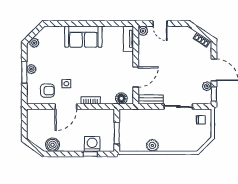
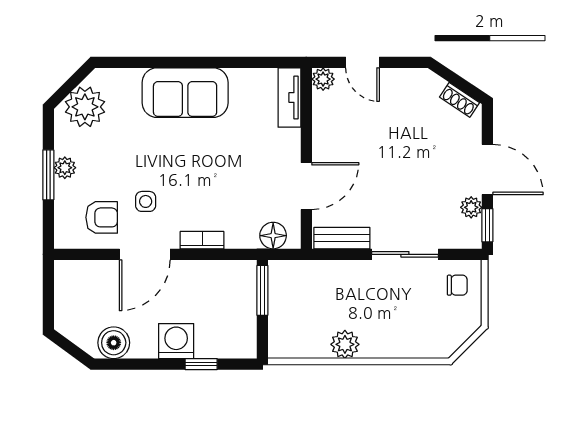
plant: (34, 43) -> (85, 107), width x1.88, depth x1.88
window: (117, 133) -> (262, 290), moved
washing machine: (92, 144) -> (176, 341), moved

